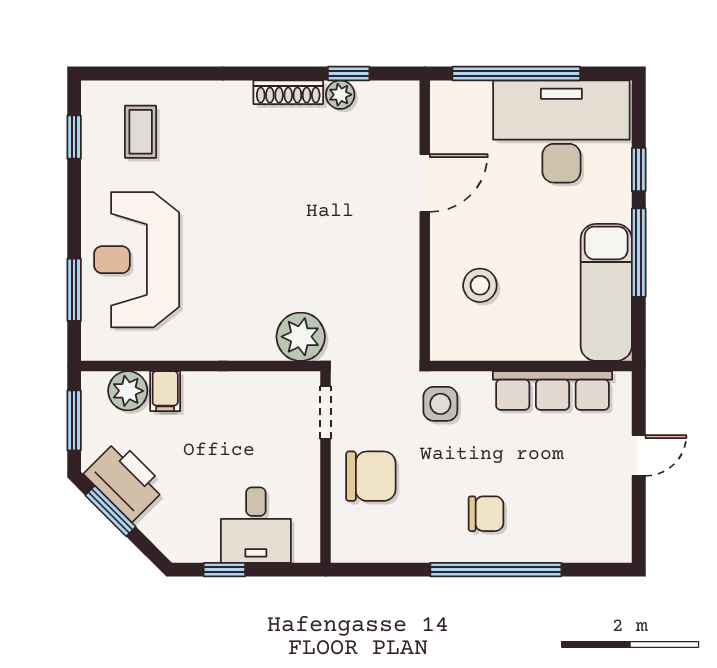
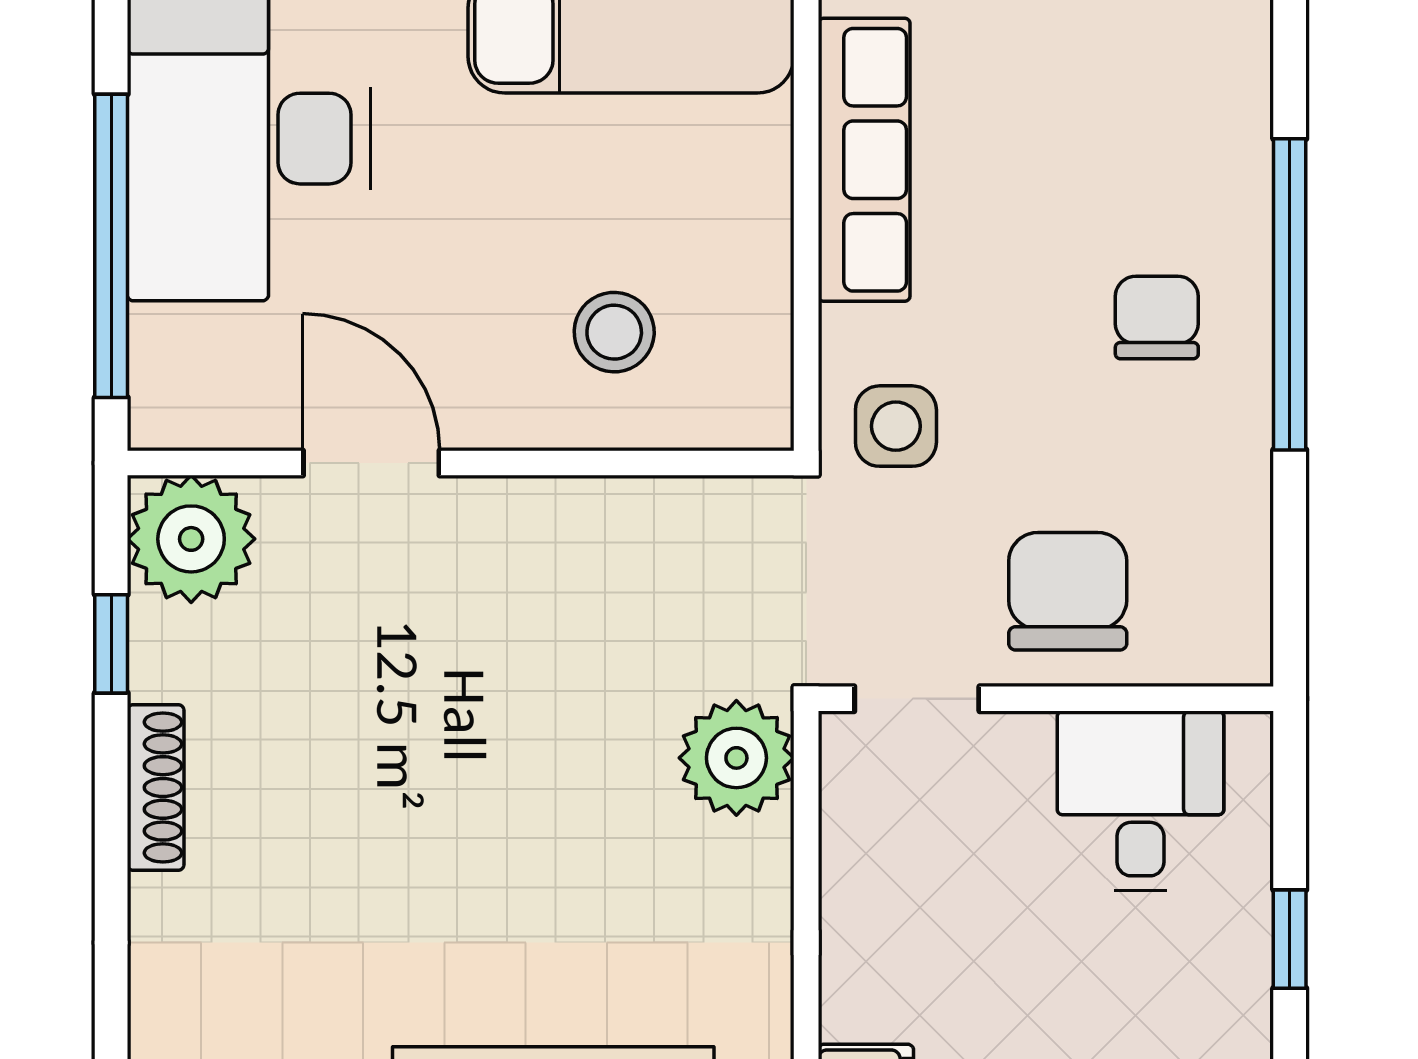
plant: (340, 95) -> (191, 539), moved, width x1.88, depth x1.88
desk: (256, 525) -> (1140, 801), moved, turned -90

